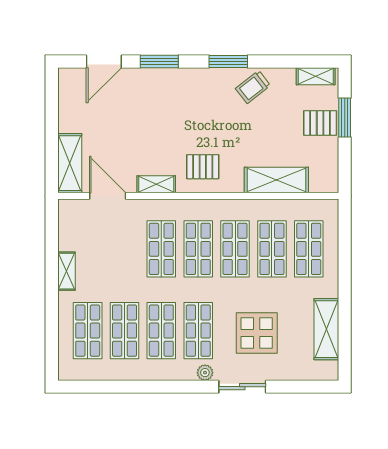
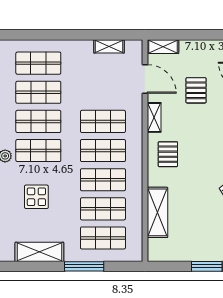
pallet: (320, 123) -> (196, 90), moved
shelving: (70, 163) -> (163, 47), width x0.67, depth x0.75
door: (108, 196) -> (145, 79), hinge flipped
shelving: (66, 271) -> (109, 46), moved
window: (345, 273) -> (84, 266), added
display table: (257, 333) -> (36, 197), width x0.73, depth x0.73

